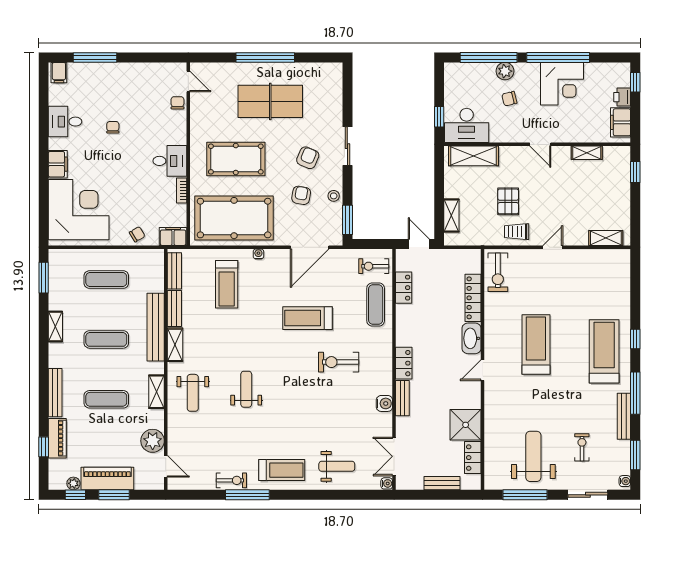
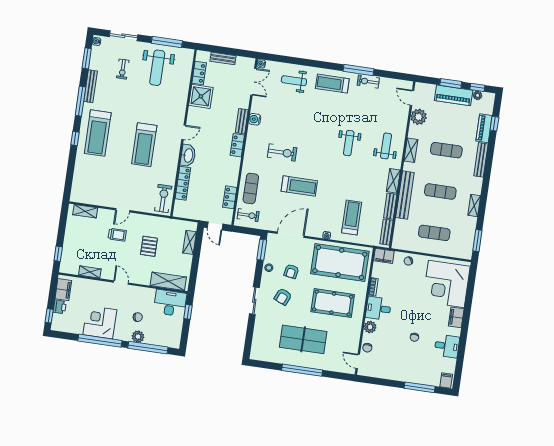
plant: (178, 133) -> (370, 327), added
trolley: (517, 232) -> (117, 235), moved

